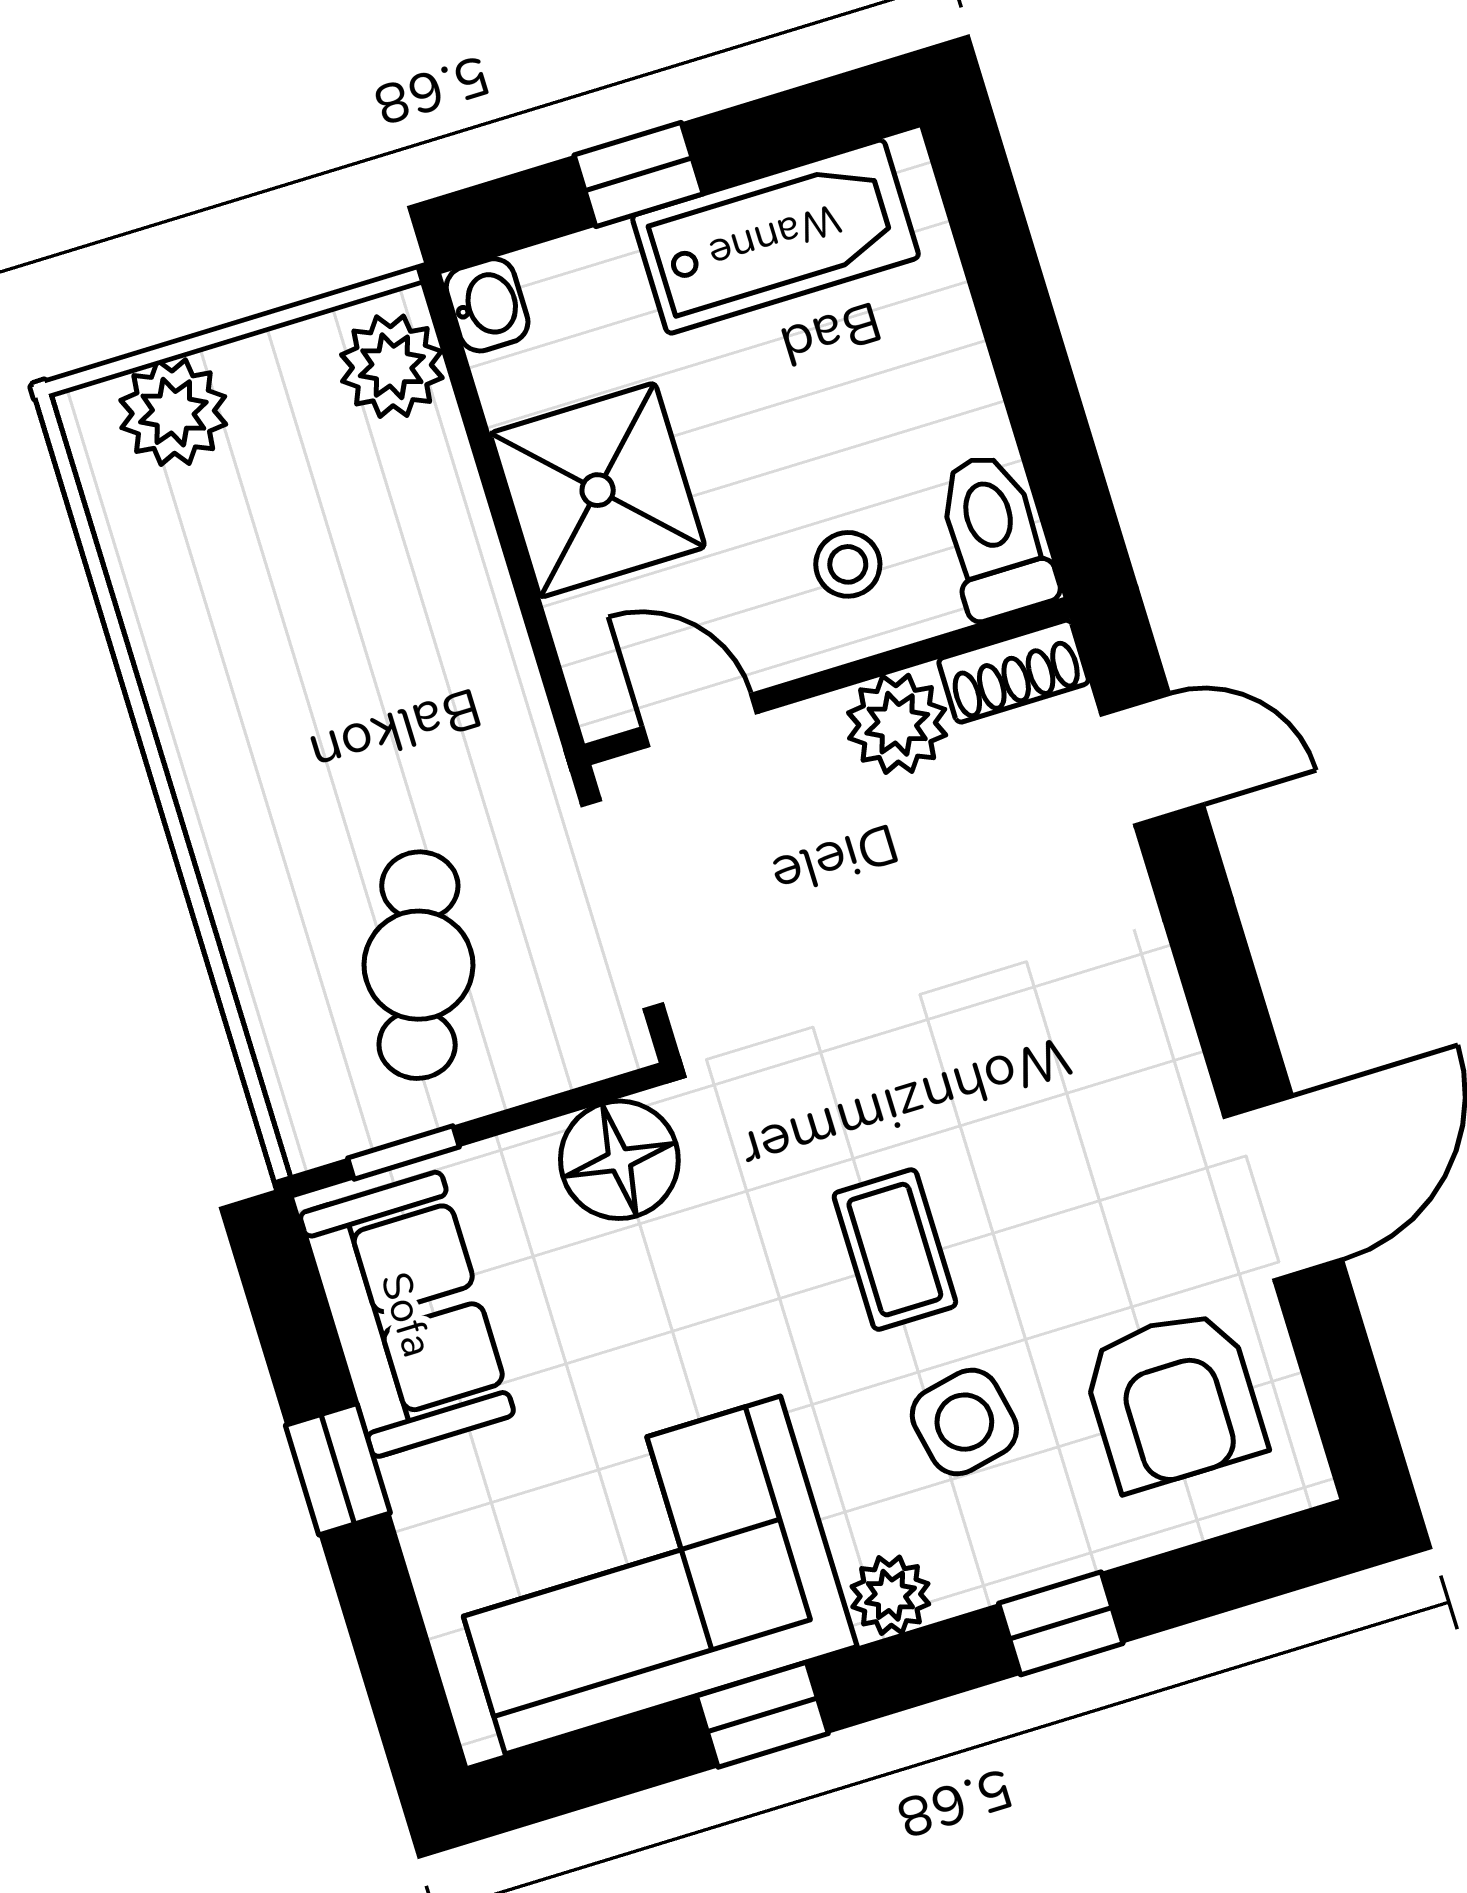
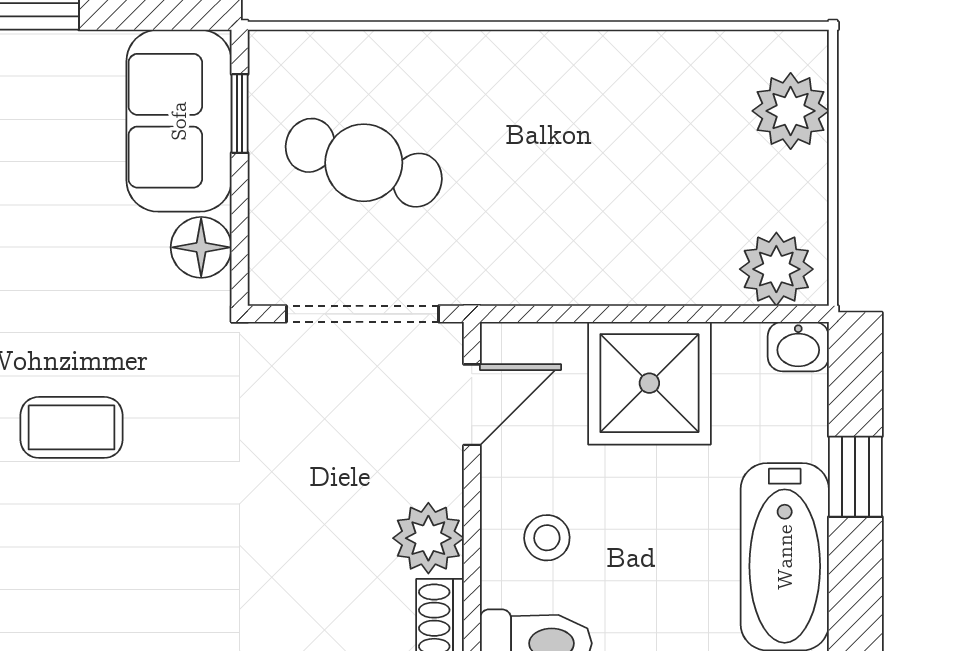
floor lamp: (619, 1160) -> (201, 247), width x0.73, depth x0.73
sofa: (407, 1314) -> (179, 121), moved, turned 90

